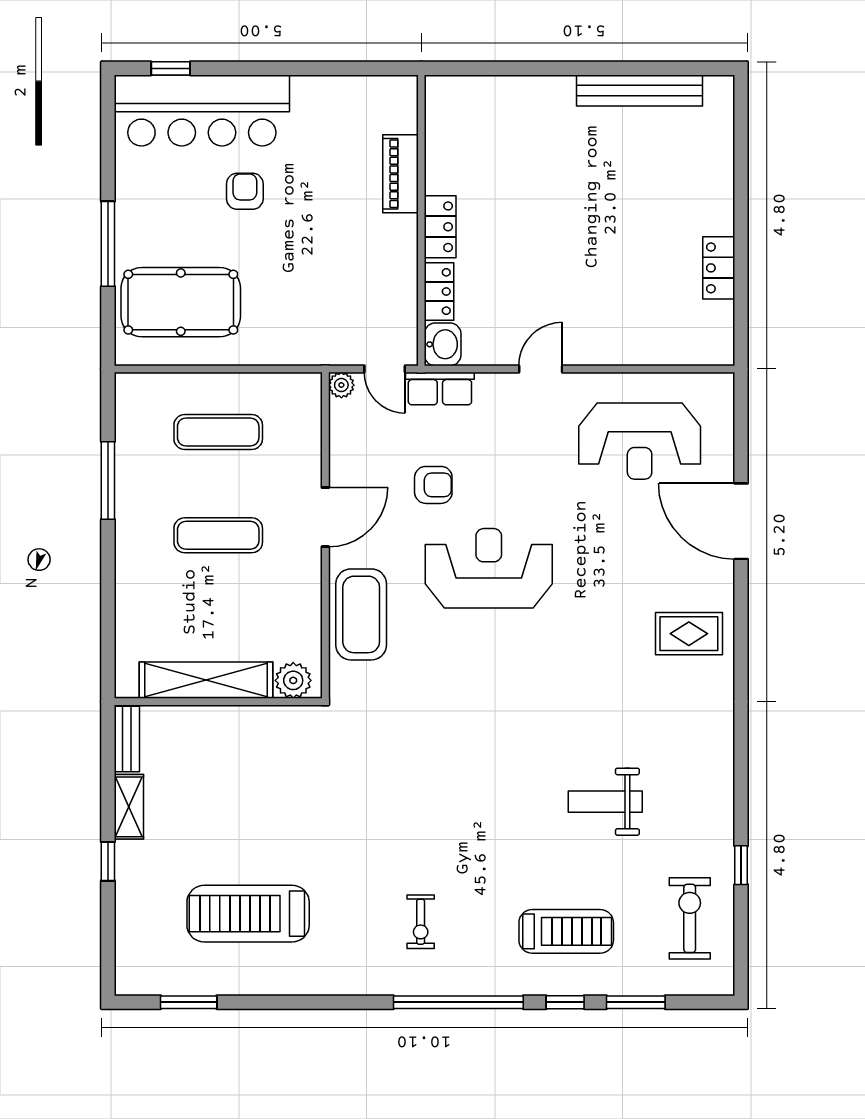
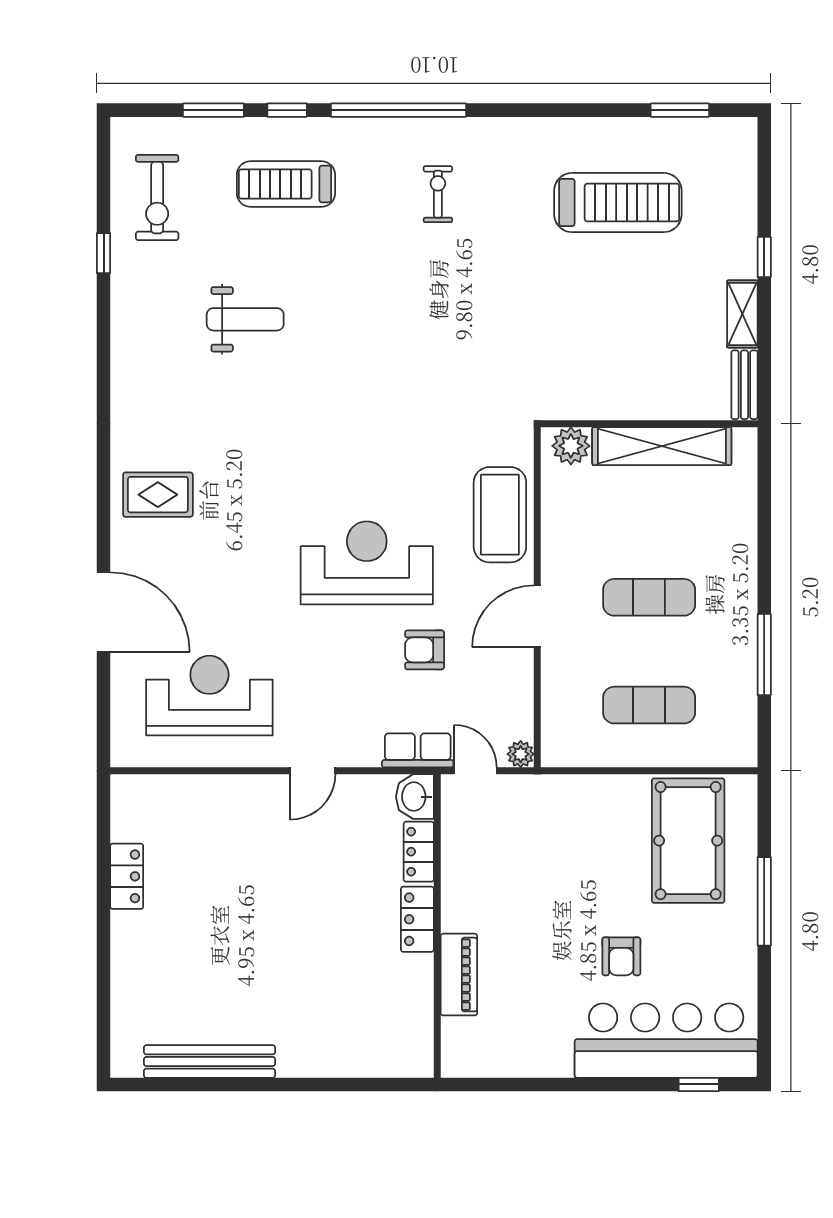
pool table: (181, 302) -> (688, 841), turned 90
reception desk: (489, 568) -> (367, 563), turned 180

